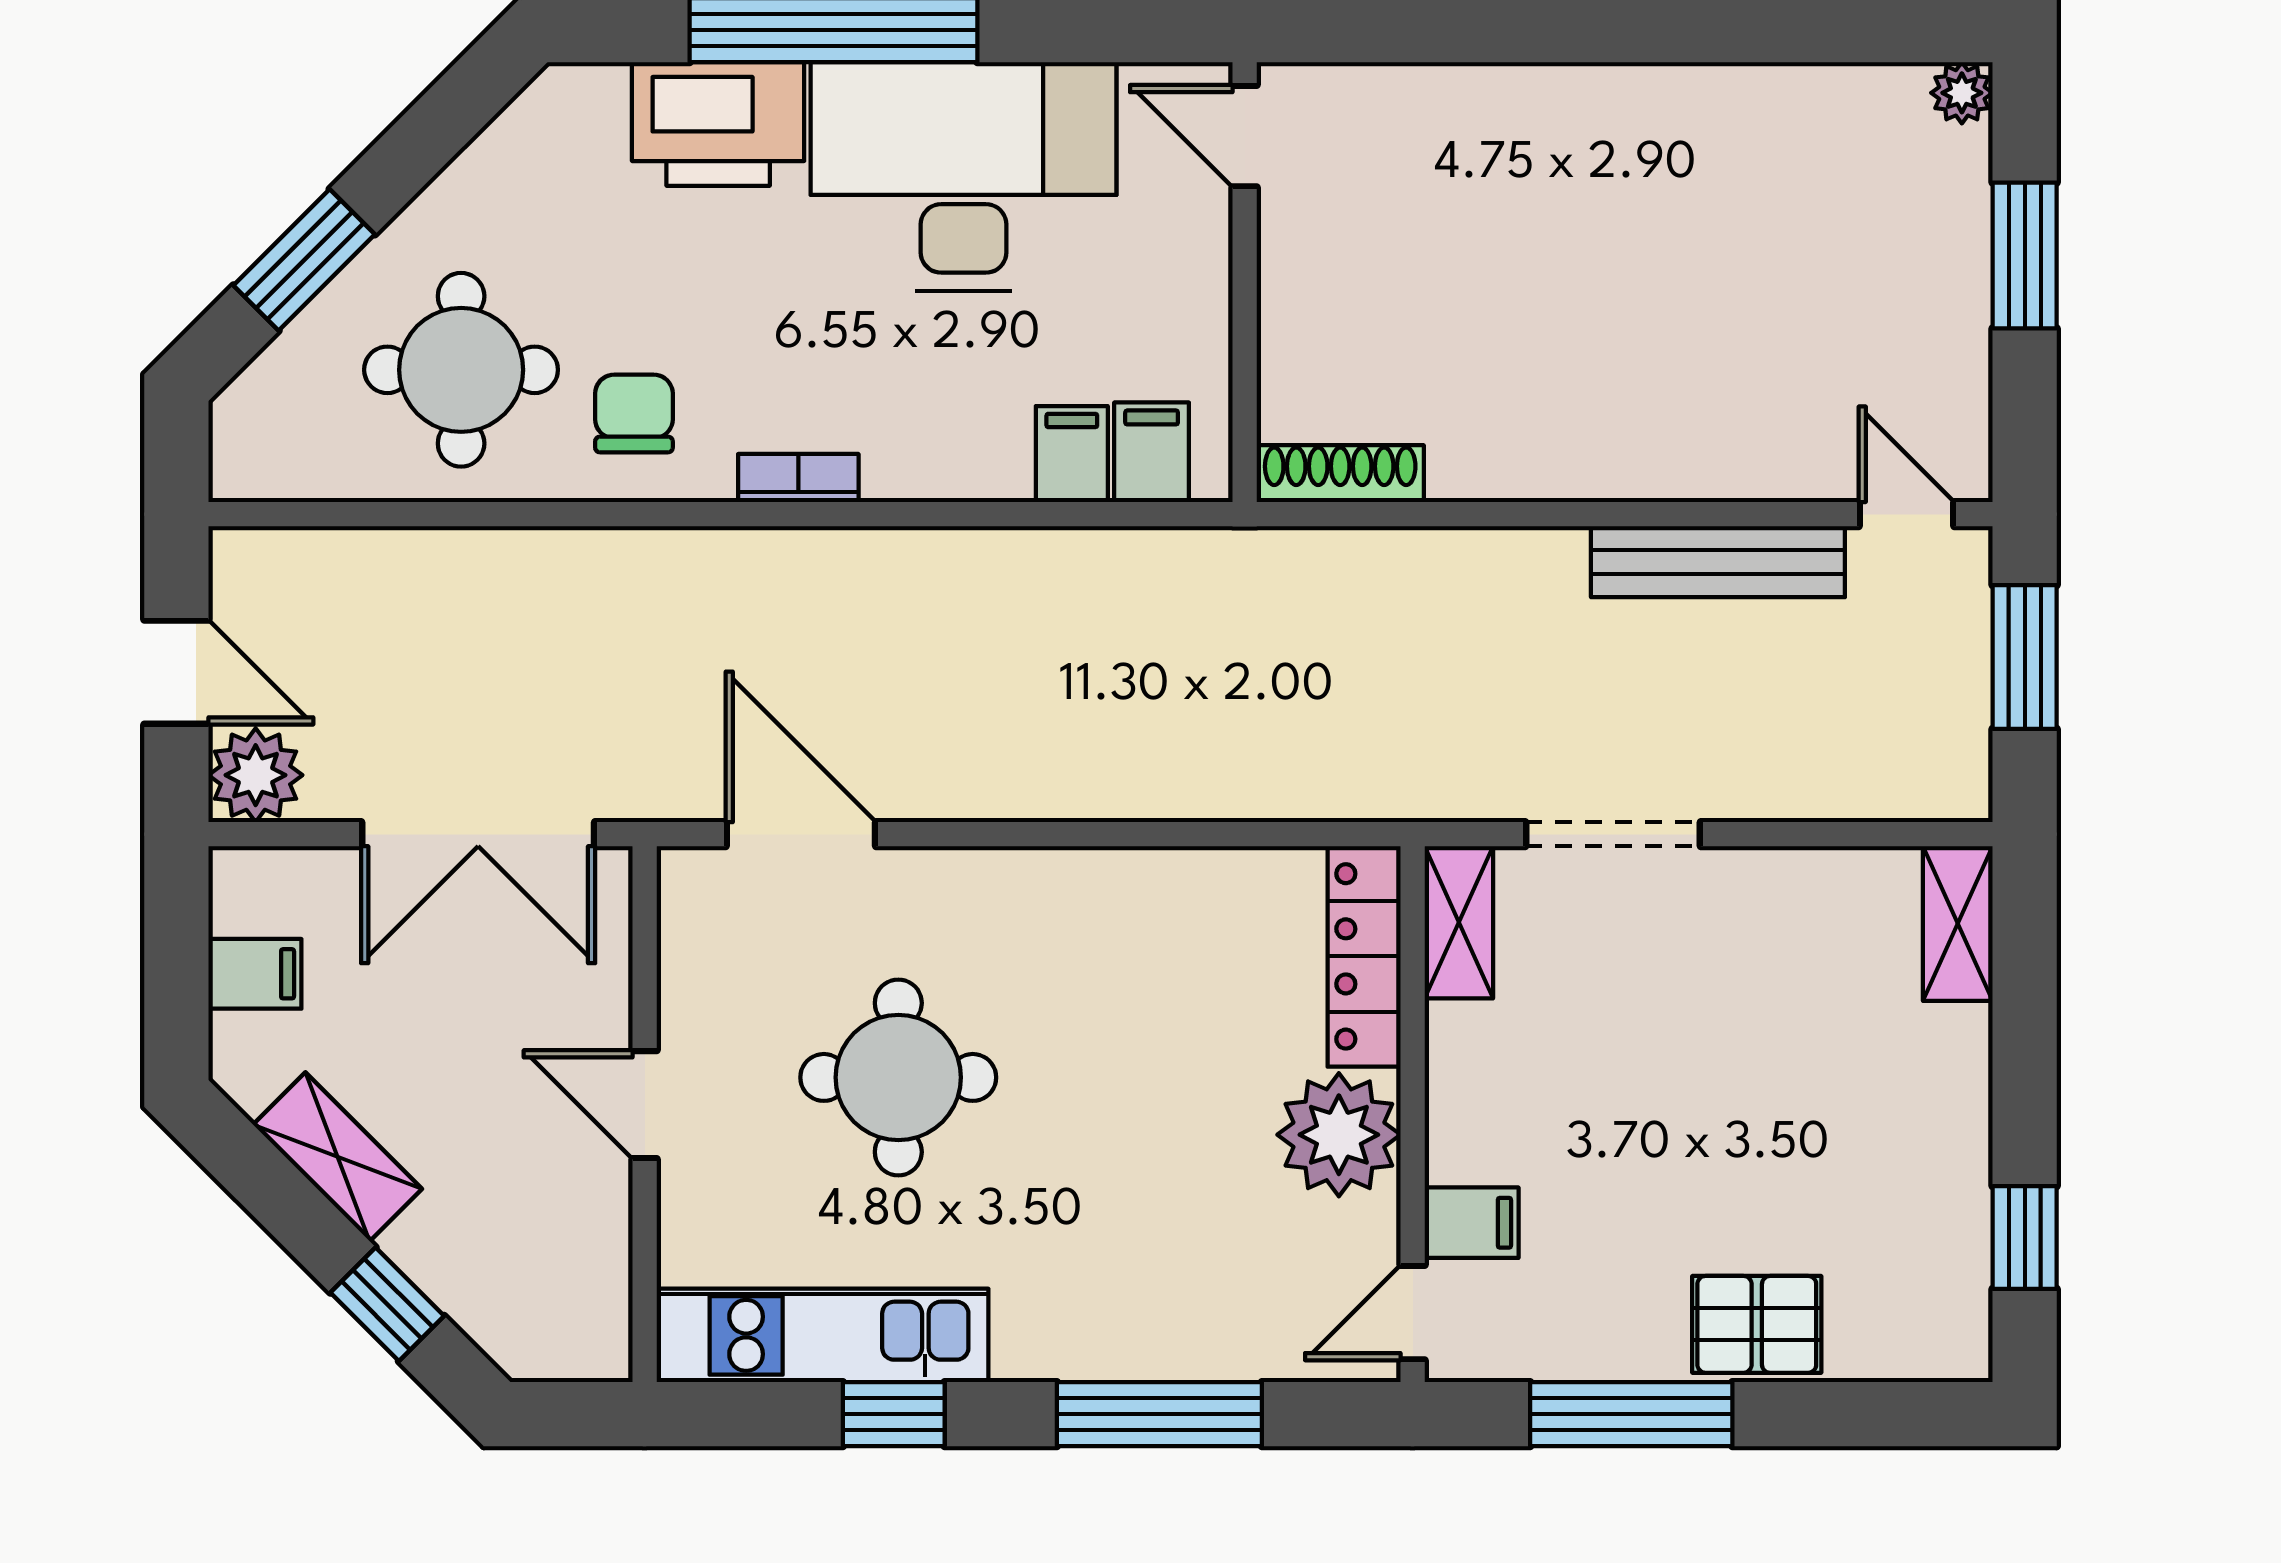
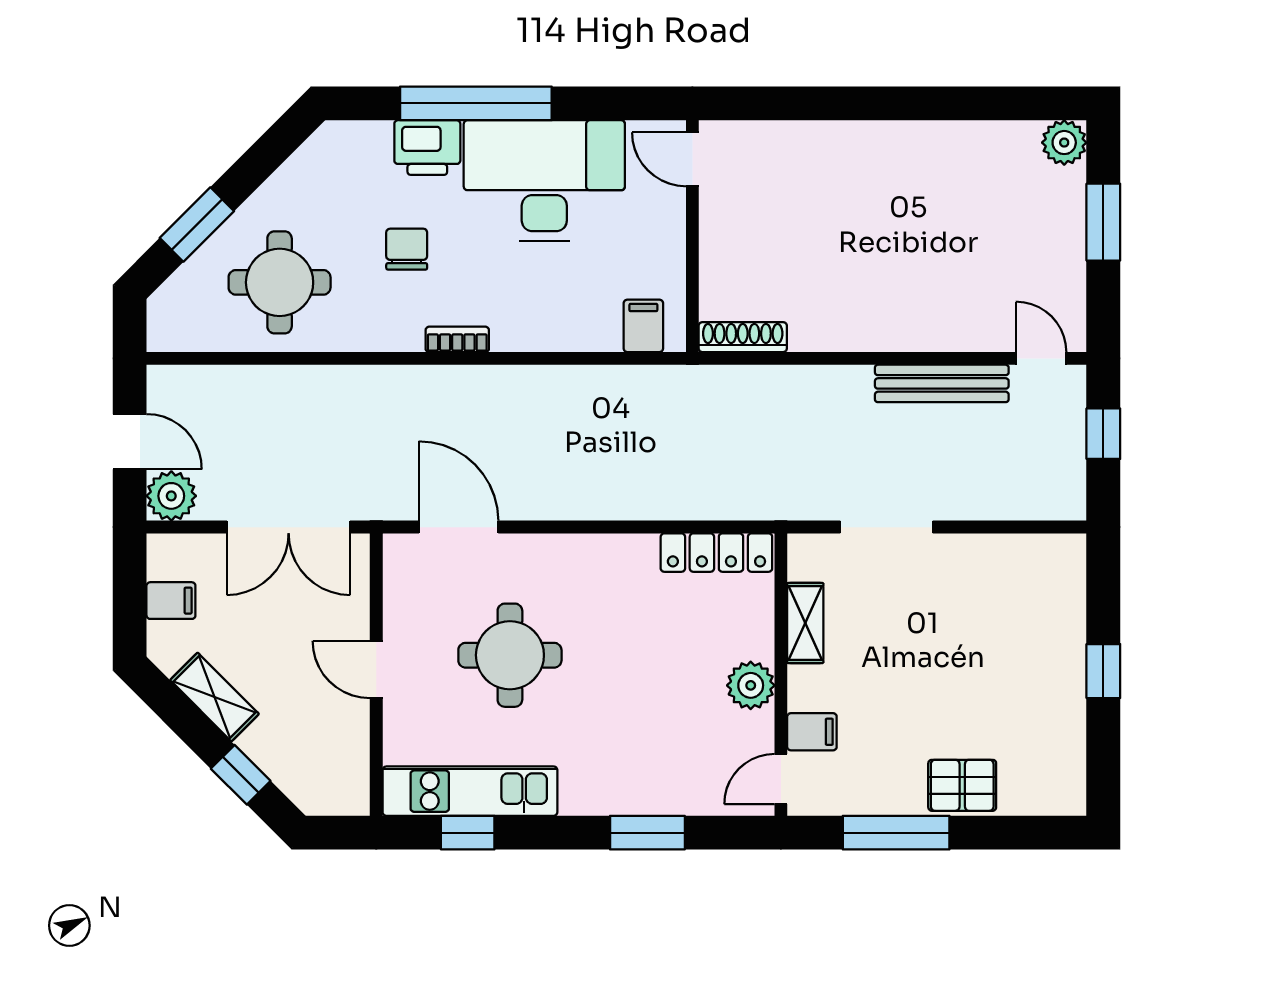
plant: (1962, 93) -> (1064, 143), width x1.38, depth x1.38
printer: (718, 124) -> (427, 148), width x0.73, depth x0.84
chair: (634, 413) -> (407, 249), moved
filing cabinet: (1072, 454) -> (601, 327), removed
window: (2025, 657) -> (1103, 434), width x0.67
shelving: (1459, 922) -> (805, 623), moved
shelving: (1958, 924) -> (1068, 574), removed
locker: (1364, 956) -> (716, 553), moved, turned -90
plant: (1339, 1135) -> (751, 685), width x0.73, depth x0.73
window: (2025, 1237) -> (1103, 671), moved
window: (894, 1414) -> (468, 833), moved
window: (1159, 1414) -> (647, 833), width x0.69

